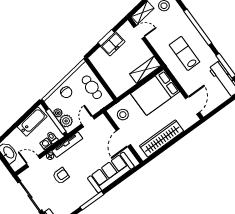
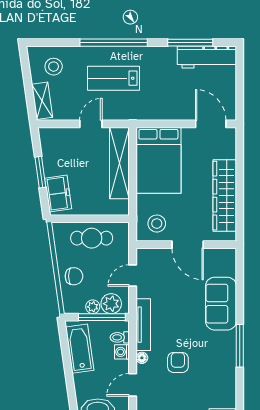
door: (139, 32) -> (91, 124), moved
freezer: (113, 44) -> (58, 193), moved
lab bench: (185, 53) -> (114, 78), moved
shelving: (145, 70) -> (119, 163), width x1.47
door: (88, 121) -> (133, 276), hinge flipped
sofa: (111, 172) -> (221, 304), width x0.73

